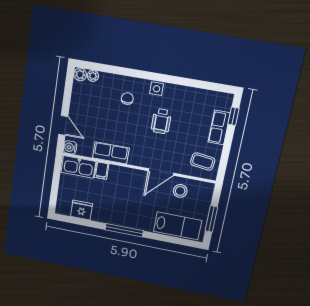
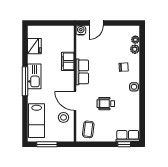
plant: (80, 74) -> (135, 49), moved
wheelchair: (161, 121) -> (106, 104), moved
row of seats: (219, 128) -> (128, 136), moved
row of seats: (111, 153) -> (82, 72), moved
kitchen sink: (78, 167) -> (34, 76), moved, turned 180
filing cabinet: (102, 171) -> (68, 61), width x2.00

